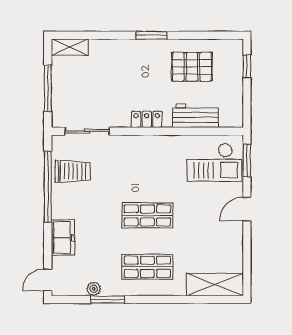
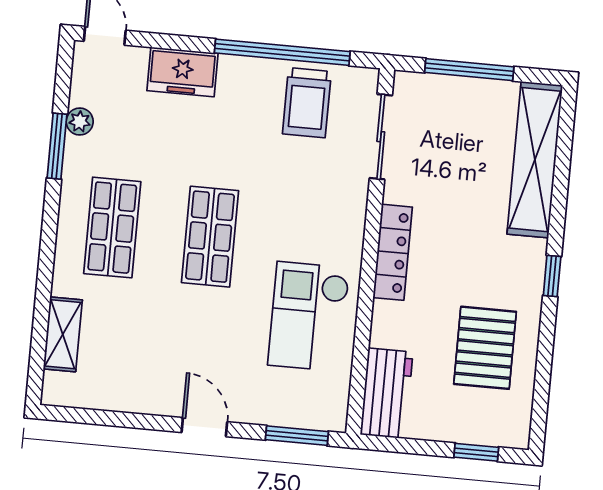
window: (151, 35) -> (552, 276), width x0.67
shelving: (70, 47) -> (535, 160), width x2.20, depth x1.33
workbench: (195, 116) -> (387, 393), moved
locker: (147, 119) -> (393, 252), width x1.53
checkout: (214, 162) -> (309, 316), moved
shelving: (215, 285) -> (63, 334), width x0.67, depth x0.75

